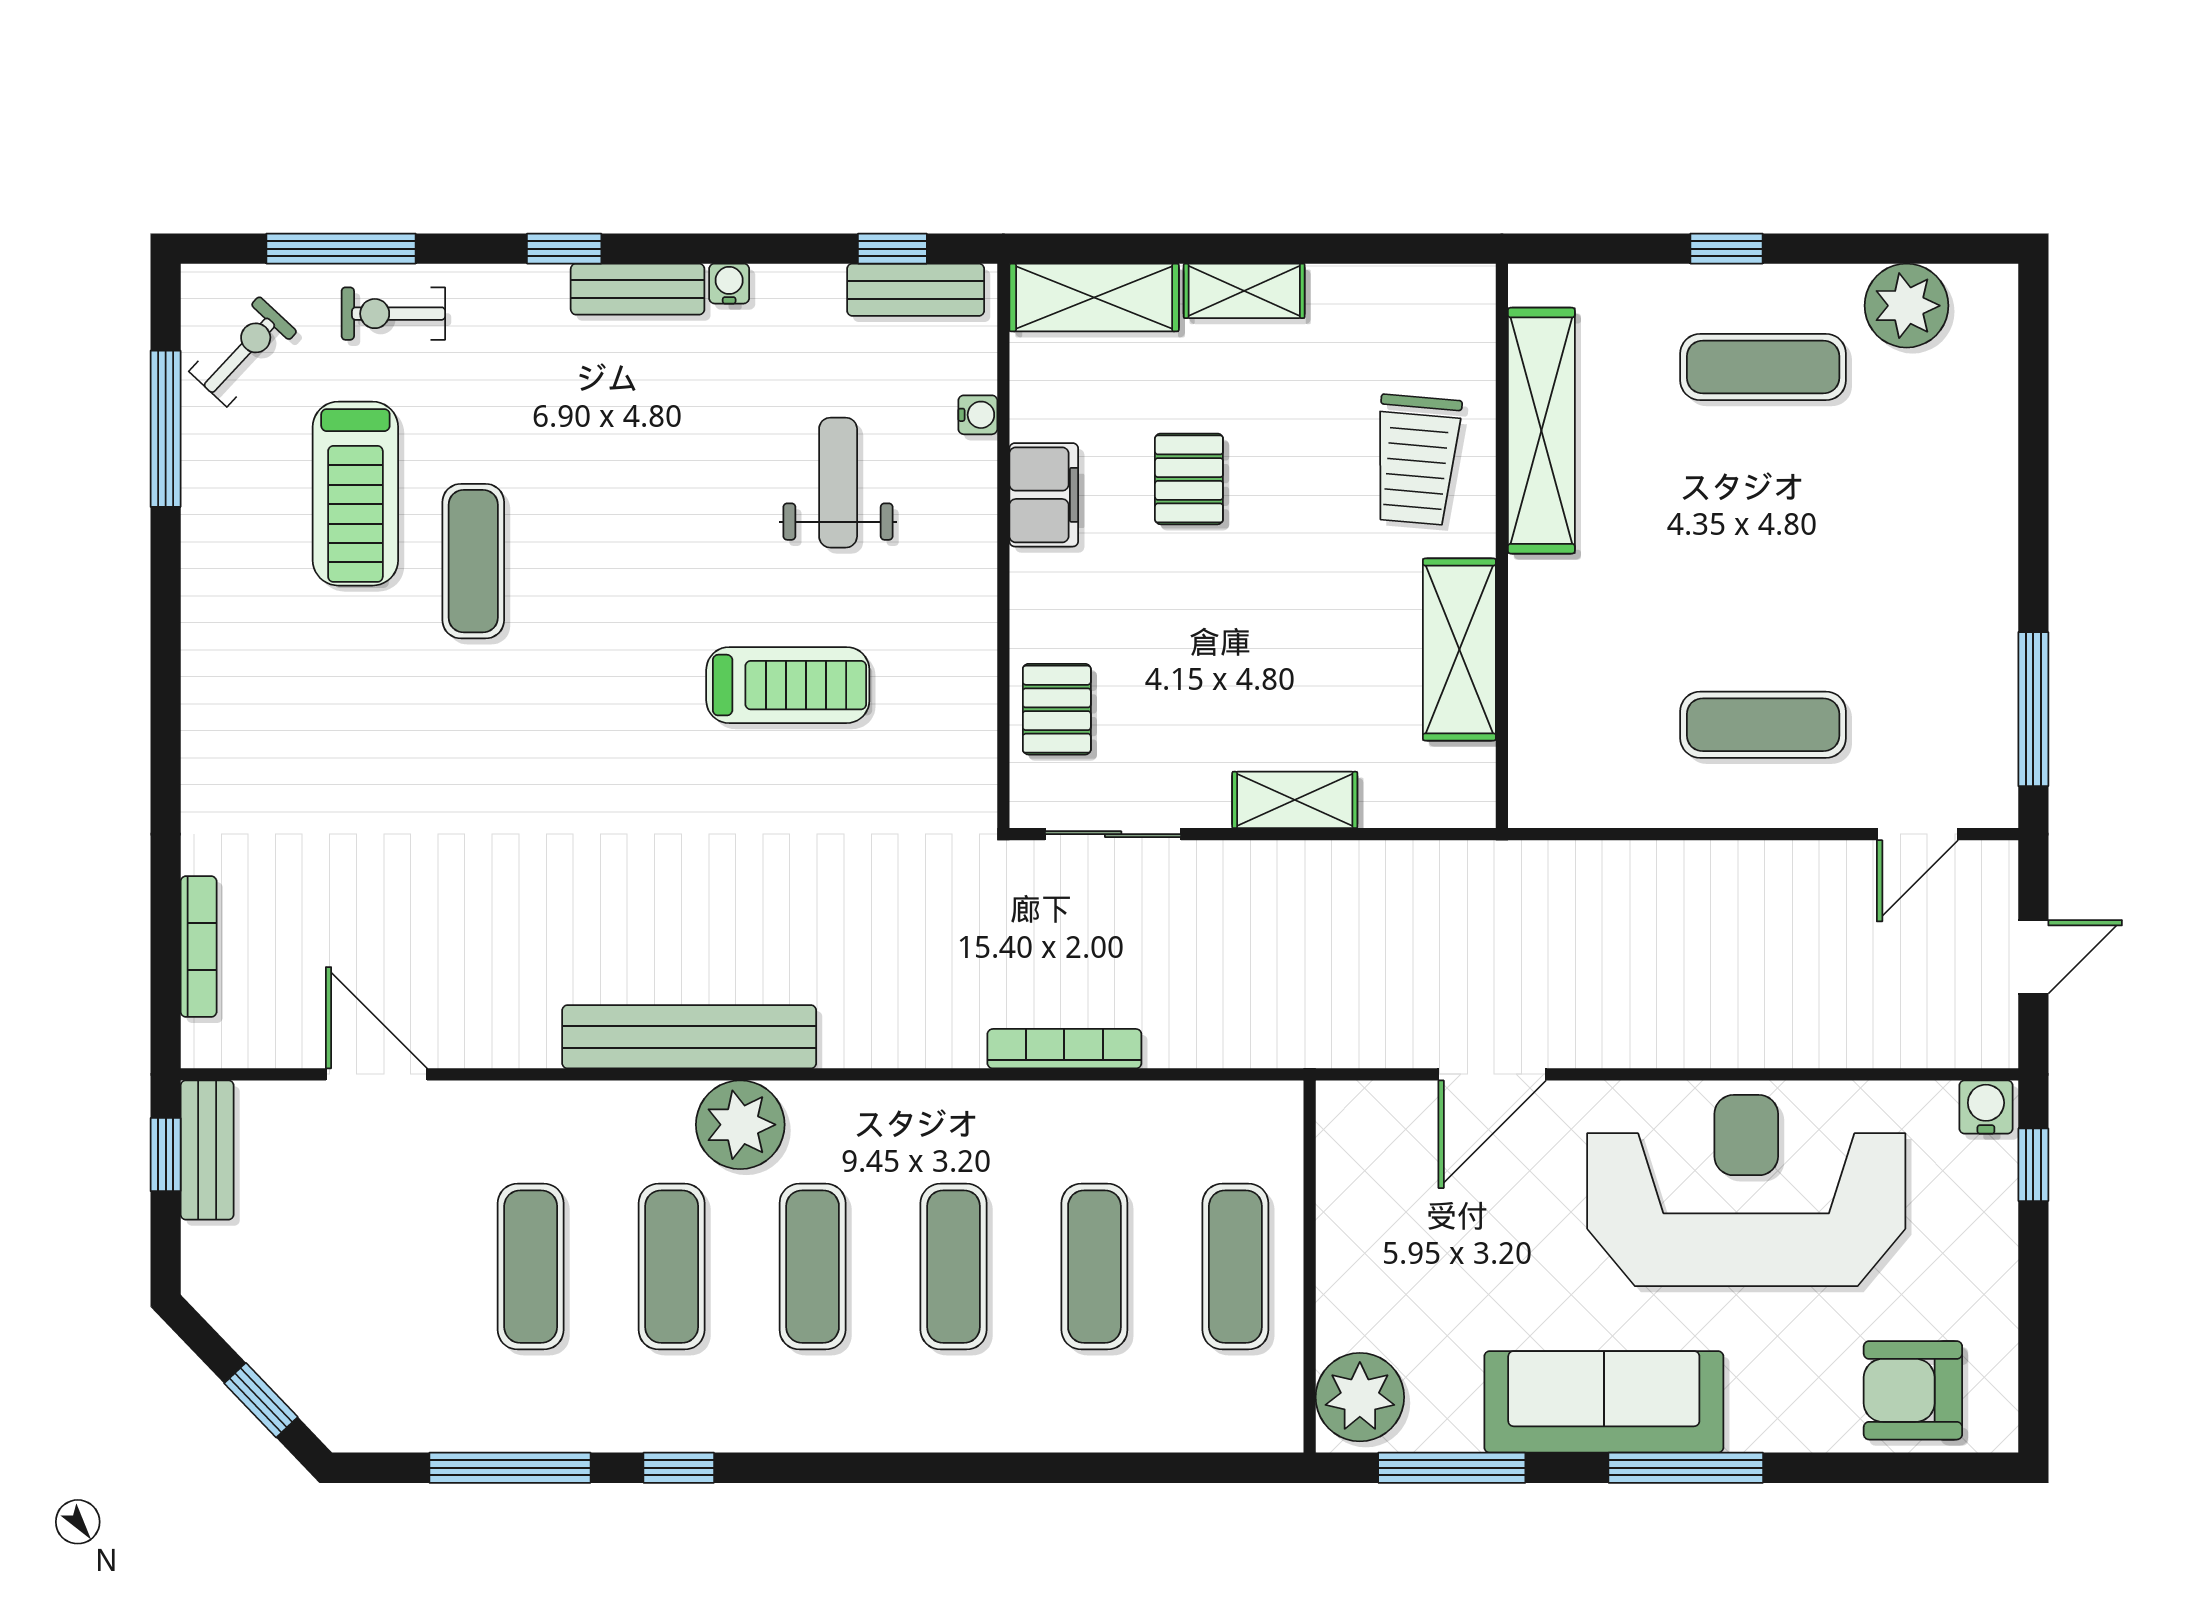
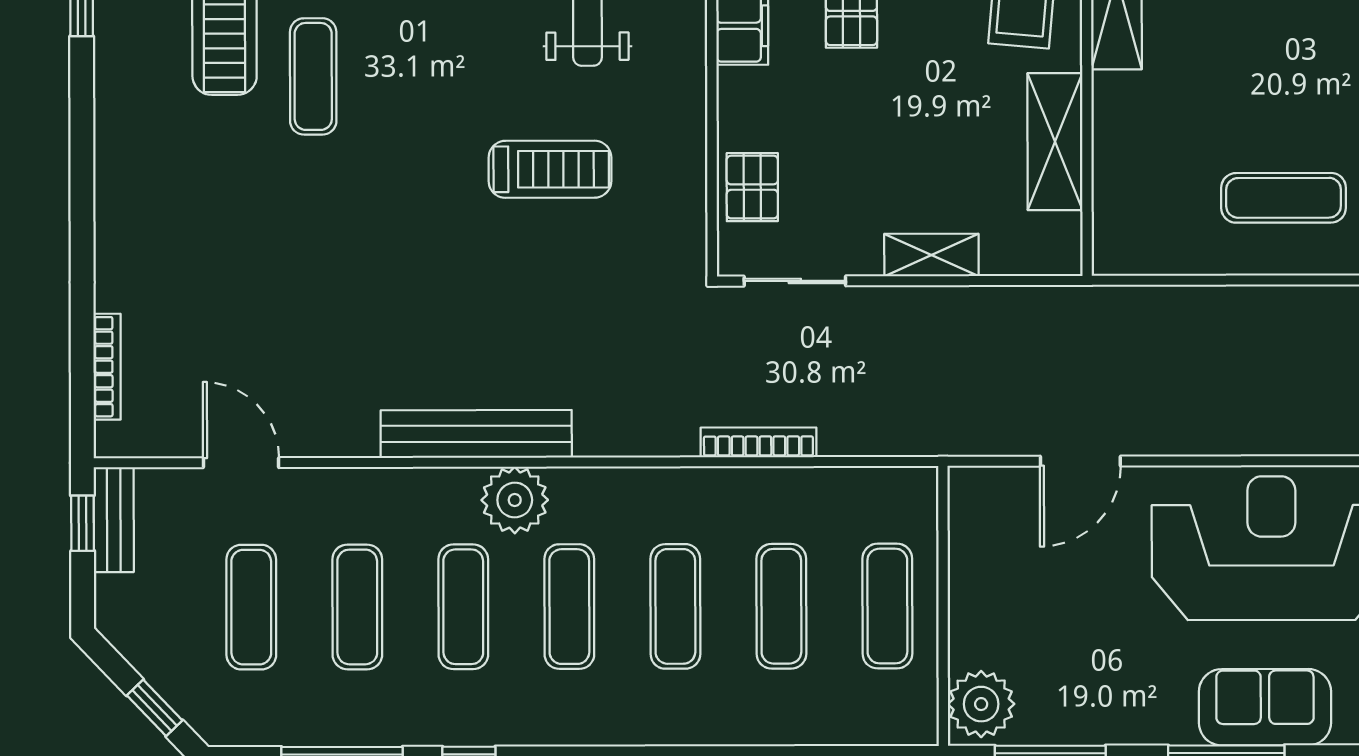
exercise mat: (390, 1267) -> (251, 607), added
sofa: (1604, 1402) -> (1265, 707), moved, width x0.73

